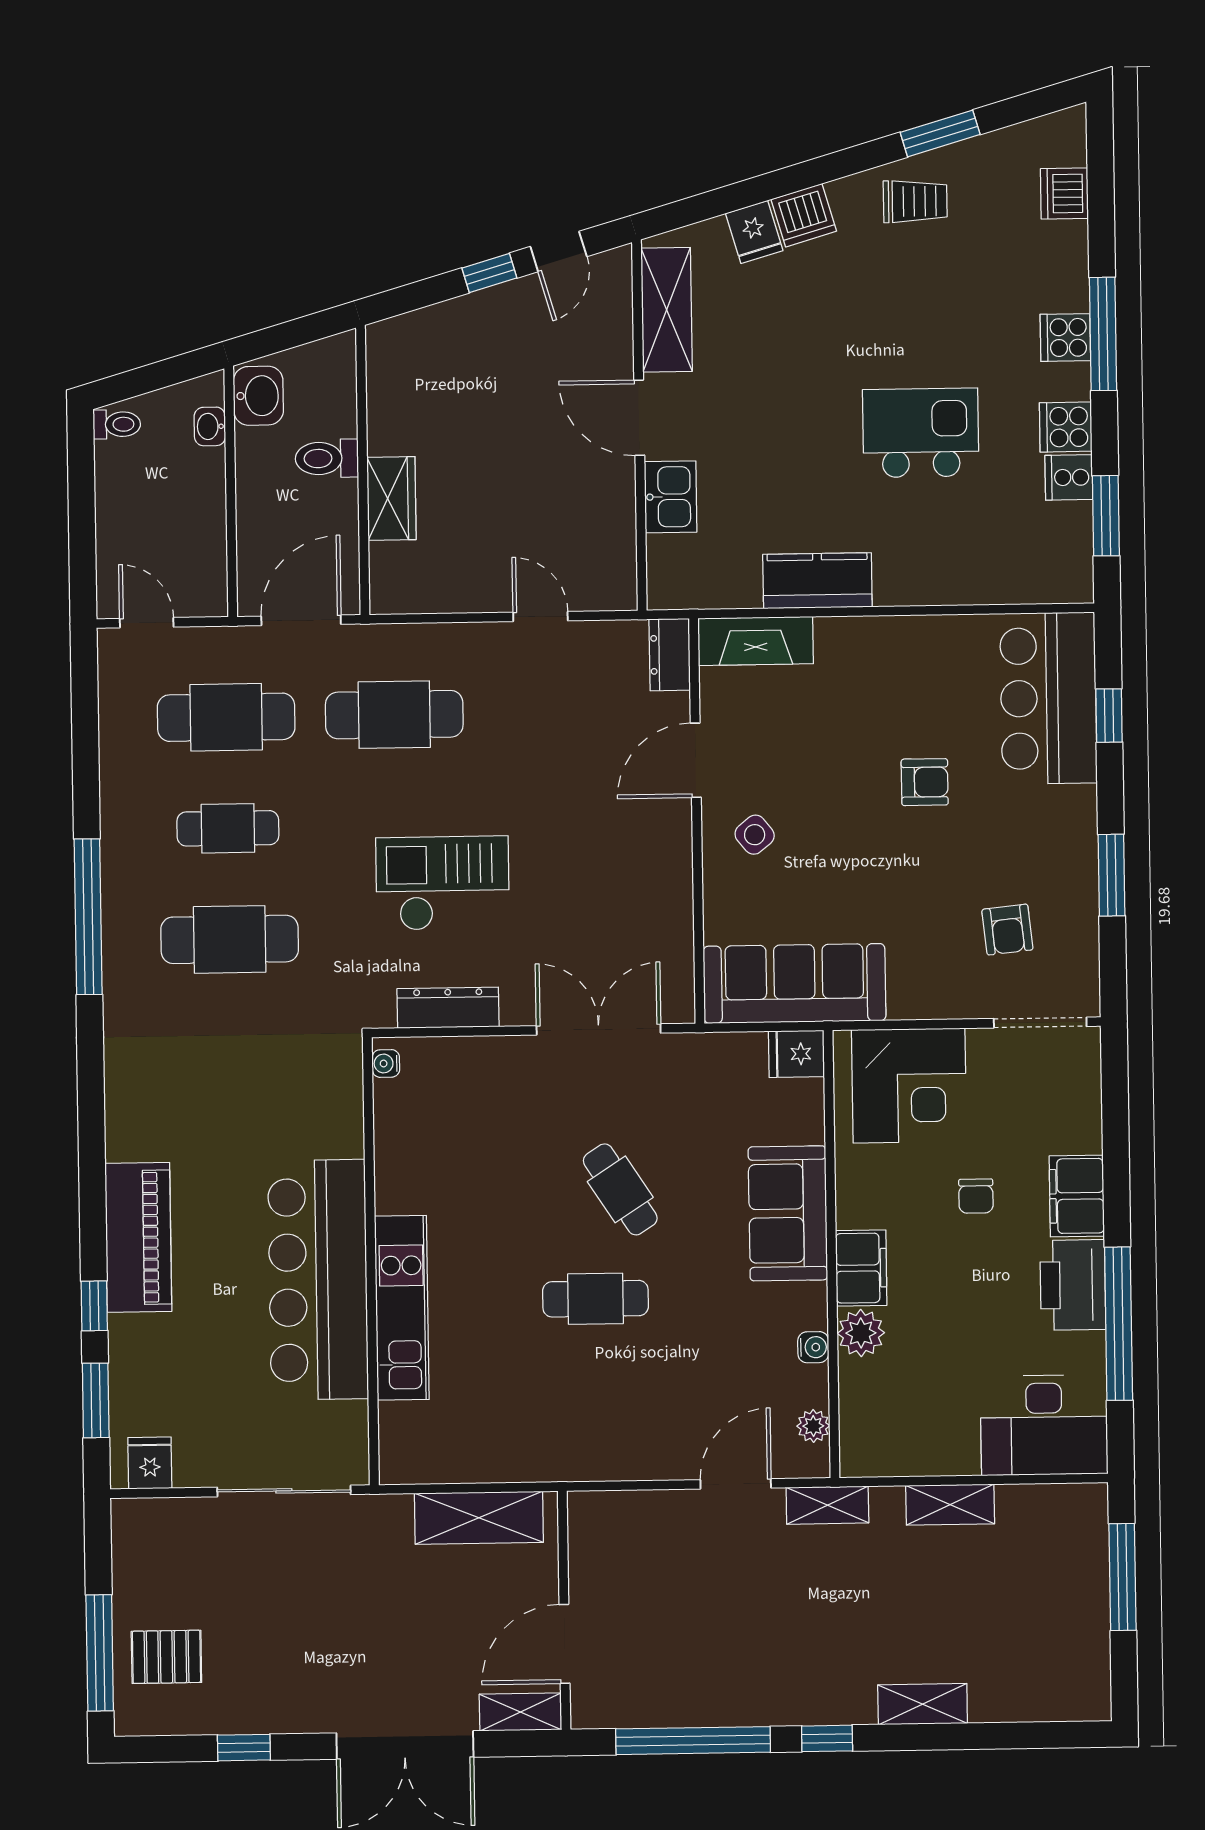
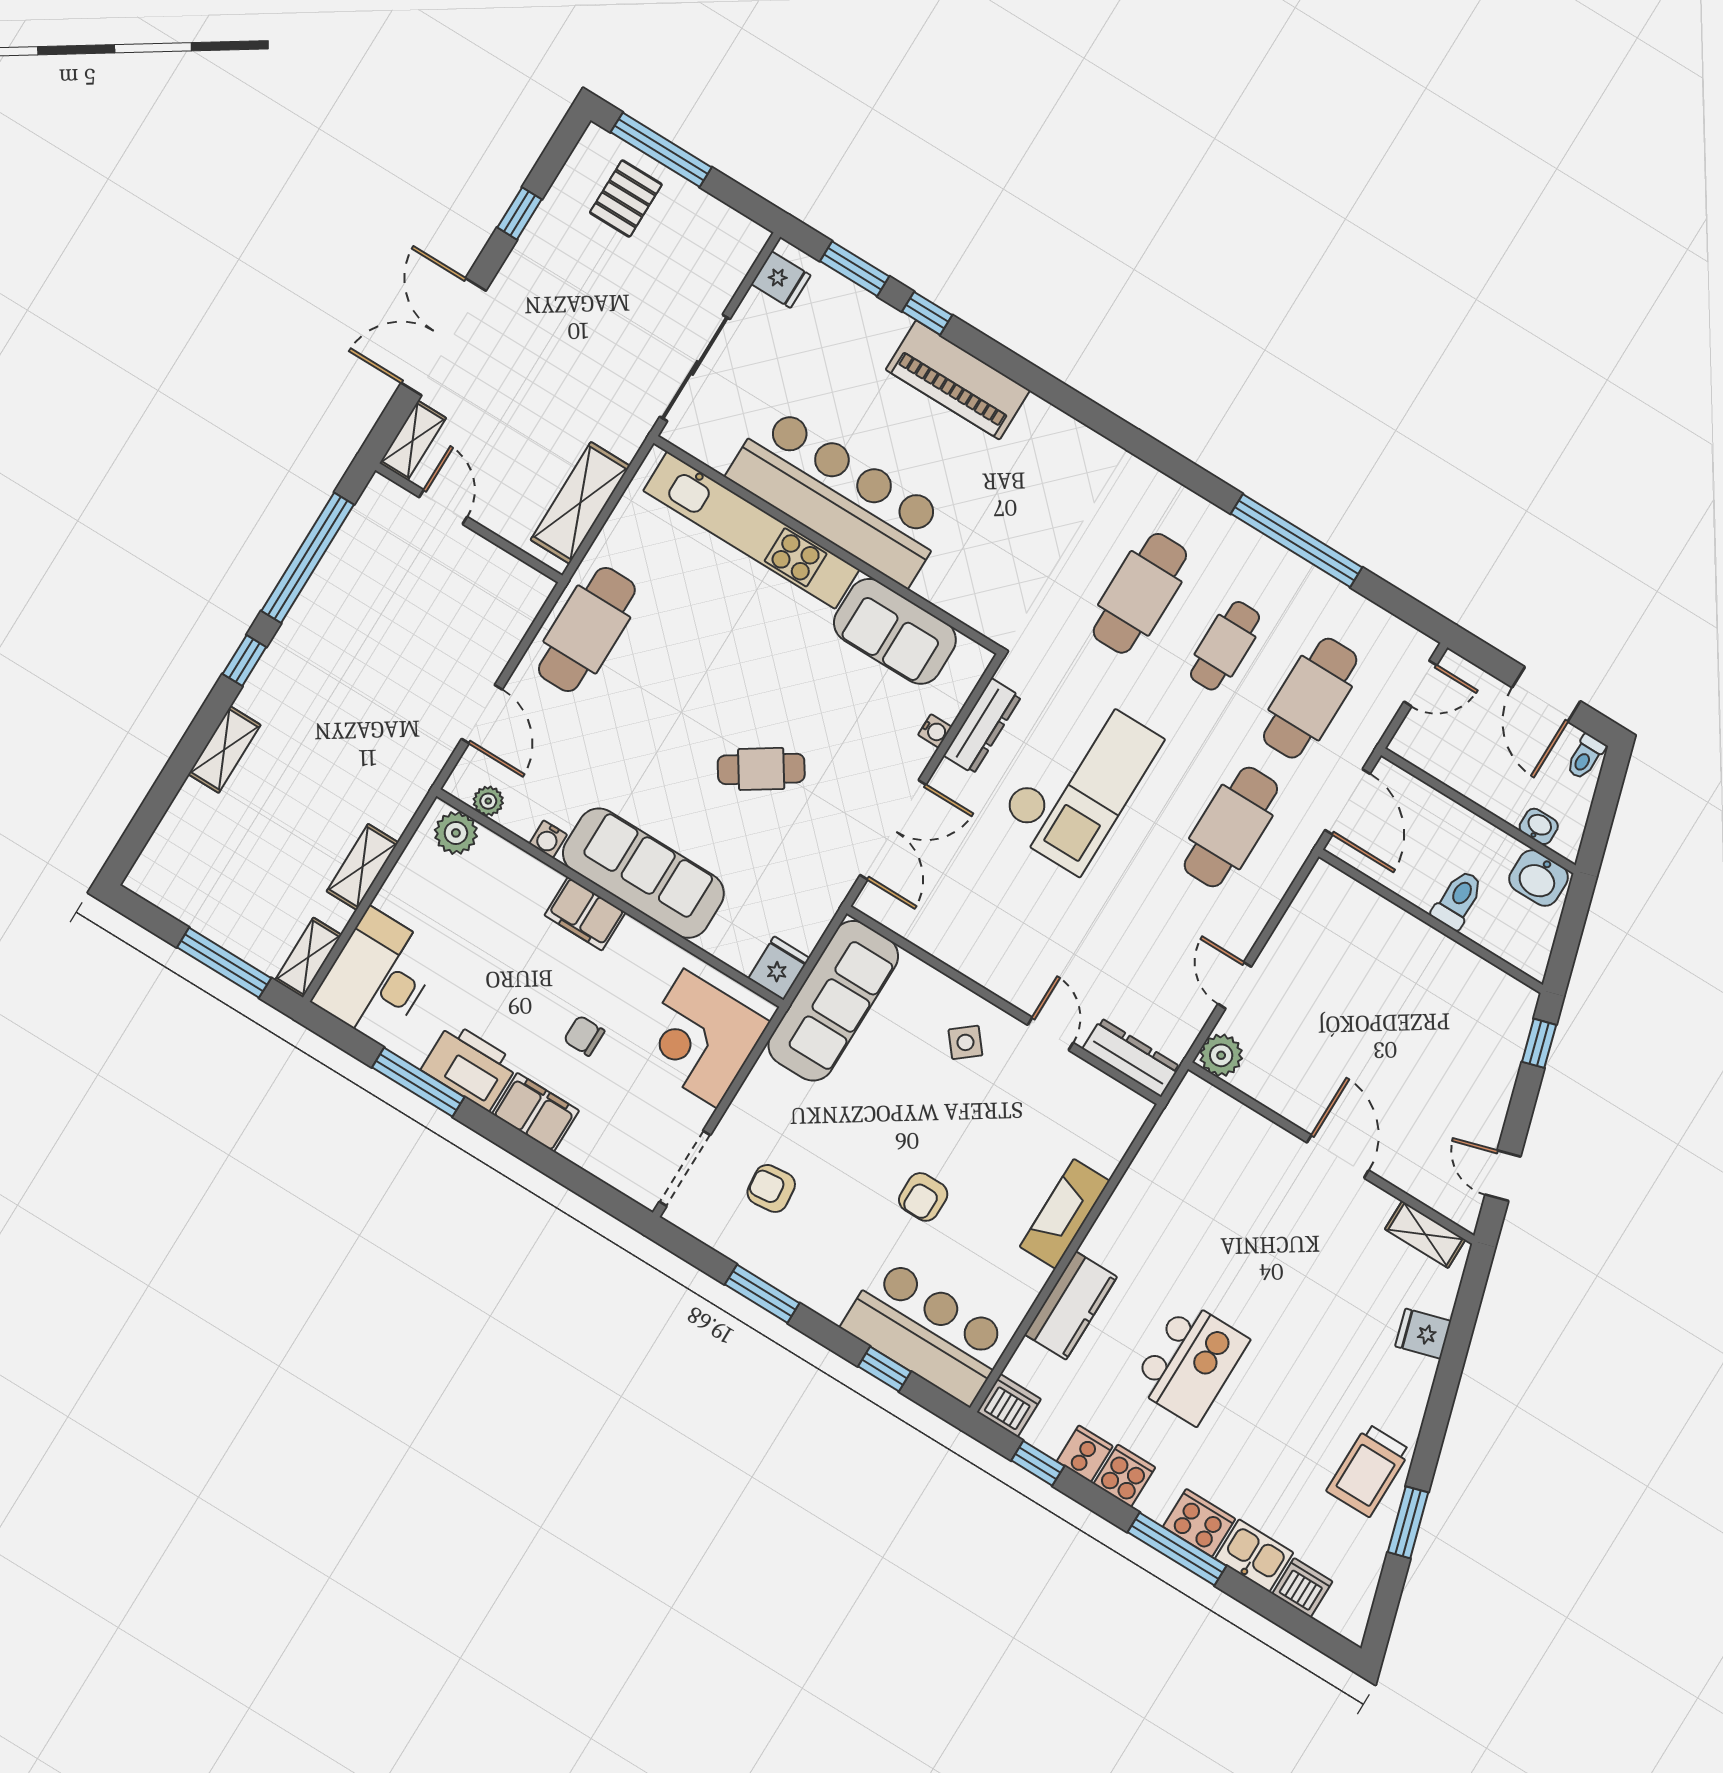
trolley: (915, 201) -> (1368, 1471), width x1.36, depth x1.39
dishwasher: (804, 215) -> (1009, 1406), moved, turned 106
window: (489, 273) -> (1539, 1043), moved
shelving: (667, 310) -> (1425, 1234), width x0.67, depth x0.75
cooker: (1065, 337) -> (1199, 1523), width x1.36
door: (639, 418) -> (1338, 1156), hinge flipped
kitchen sink: (671, 497) -> (1254, 1556), moved, turned 180
door: (82, 498) -> (1546, 694), added
wardrobe: (391, 498) -> (1396, 929), removed
window: (1106, 516) -> (1038, 1463), width x0.67
kitchen counter: (817, 581) -> (1071, 1306), moved
plant: (614, 587) -> (1221, 1055), added
door: (540, 616) -> (1235, 985), swing flipped
fireplace: (756, 641) -> (1065, 1214), moved
dresser: (670, 655) -> (1131, 1058), width x1.44
door: (696, 760) -> (1050, 1034), width x0.73
checkout: (443, 883) -> (1079, 782), width x1.36, depth x1.21
window: (88, 917) -> (1296, 541), moved
water cooler: (386, 1063) -> (935, 731), moved, turned 90
sofa: (411, 1146) -> (895, 631), added
sofa: (788, 1213) -> (643, 873), width x1.36
cafe table: (596, 1299) -> (587, 629), moved, width x1.37, depth x1.35
kitchen unit: (402, 1308) -> (751, 530), width x1.36
window: (1119, 1324) -> (418, 1082), width x0.68
plant: (861, 1333) -> (456, 833), moved
shelving: (827, 1505) -> (308, 958), moved
door: (565, 1644) -> (443, 507), width x0.73

